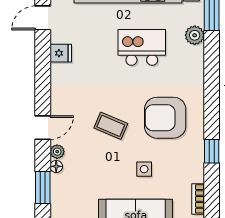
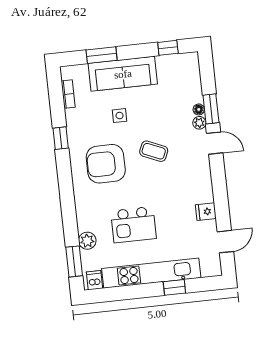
armchair: (165, 118) -> (106, 164), turned 180
door: (43, 128) -> (215, 143), swing flipped
window: (43, 187) -> (211, 109), moved

